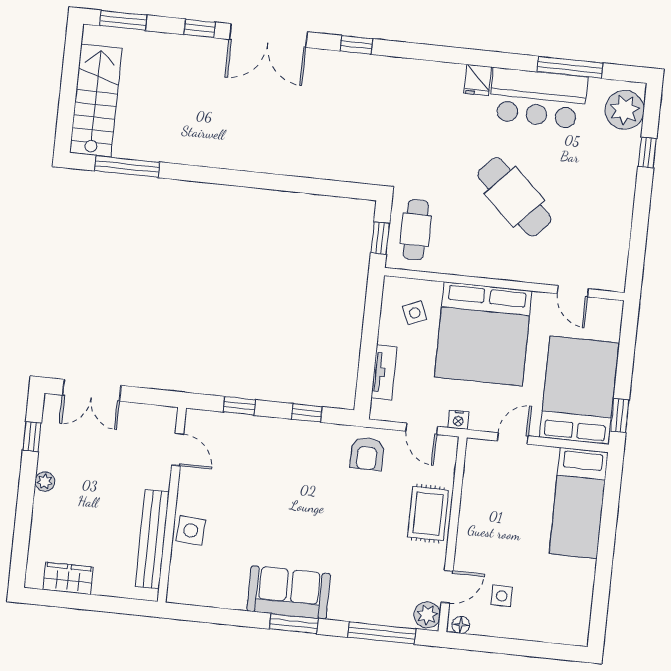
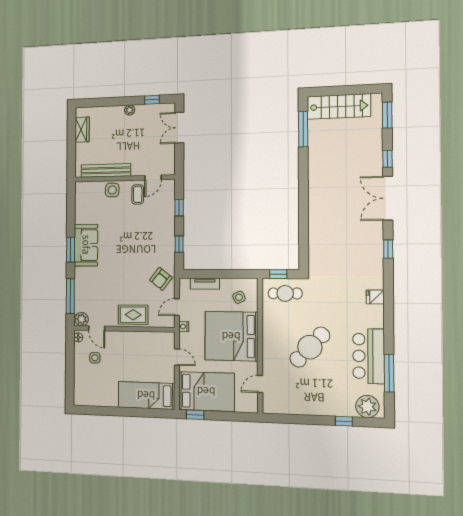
fridge: (478, 80) -> (375, 297), moved
armchair: (367, 454) -> (161, 279), turned -52
coffee table: (205, 482) -> (138, 194), added

